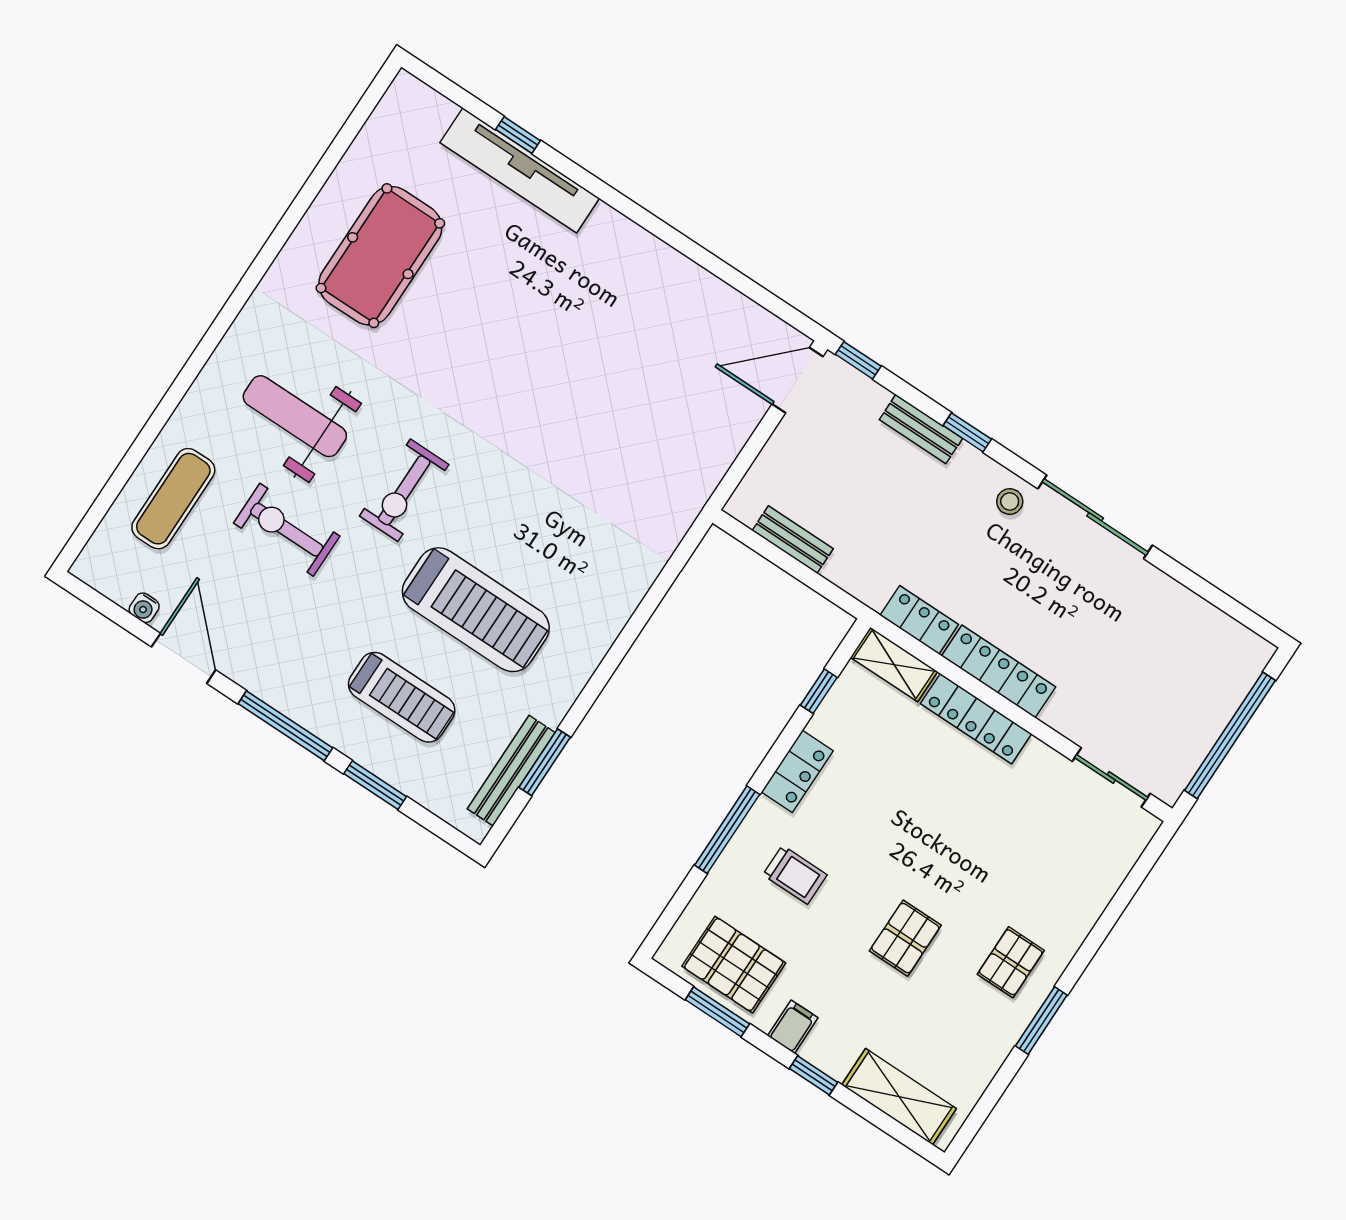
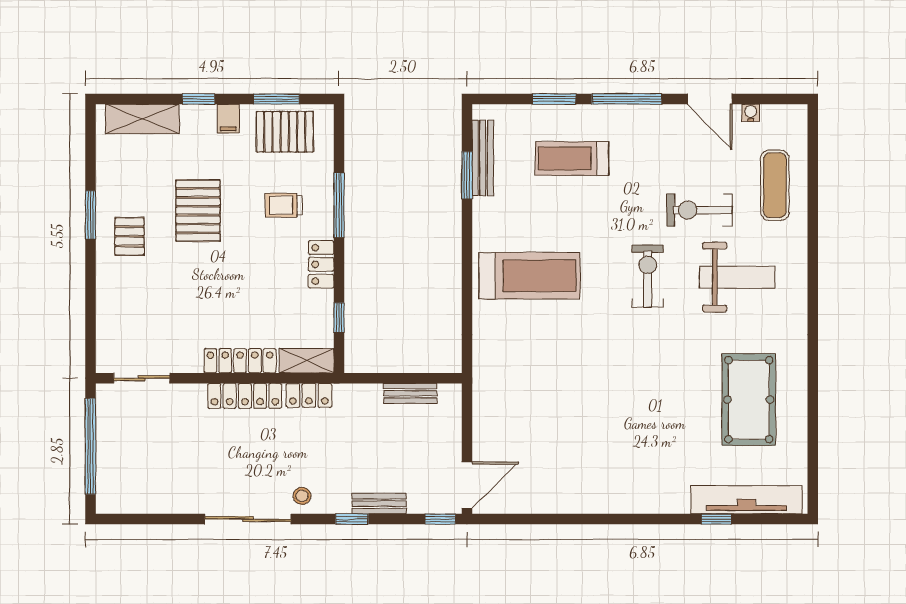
tv unit: (520, 170) -> (747, 500), moved
exercise bike: (287, 530) -> (699, 210), turned 180
treadmill: (476, 610) -> (529, 276), moved, turned 180
pallet: (905, 938) -> (198, 211), width x1.50, depth x1.42

